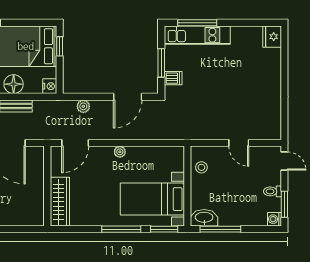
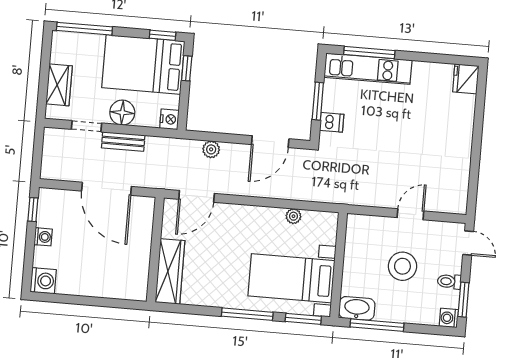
window: (39, 23) -> (163, 35), added
door: (239, 143) -> (410, 214), swing flipped
plant: (120, 152) -> (293, 216), moved
stool: (201, 167) -> (402, 266), moved, width x1.89, depth x1.89

